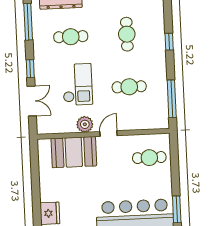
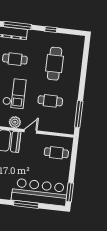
cafe table: (127, 34) -> (55, 64), width x1.37, depth x1.35
window: (169, 42) -> (83, 74), removed

